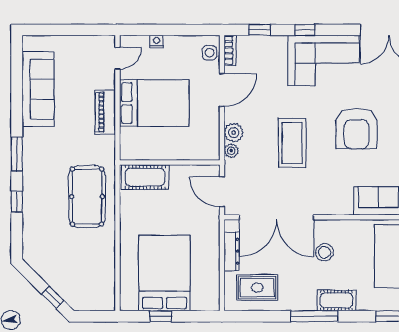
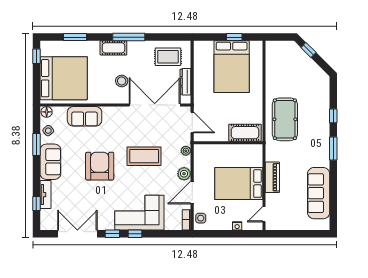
window: (260, 30) -> (112, 234), moved
corner sofa: (324, 61) -> (139, 213), moved
plant: (234, 133) -> (184, 174), moved
coffee table: (292, 143) -> (144, 156), turned 90

